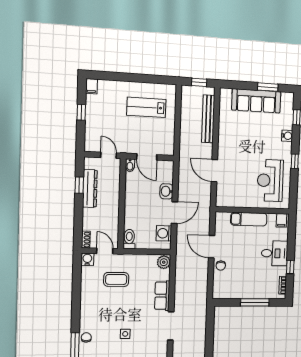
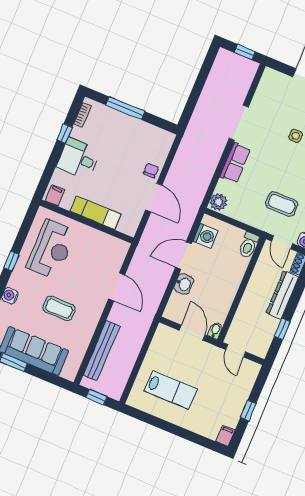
coffee table: (250, 139) -> (59, 308), added
dresser: (90, 188) -> (282, 295), moved

